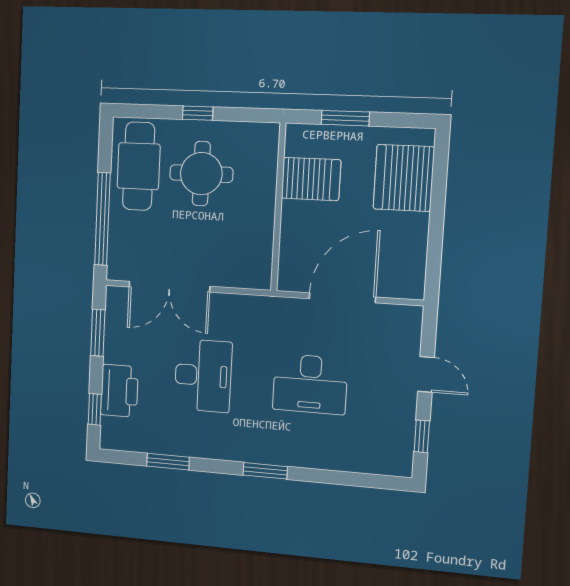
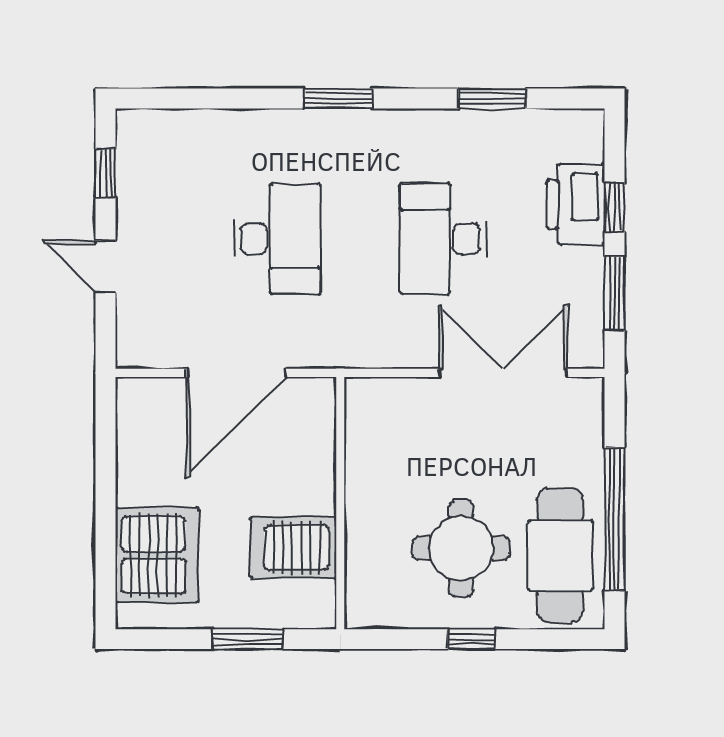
window: (102, 219) -> (614, 519), moved
desk: (310, 384) -> (277, 239), turned 90
window: (95, 409) -> (614, 207), moved

